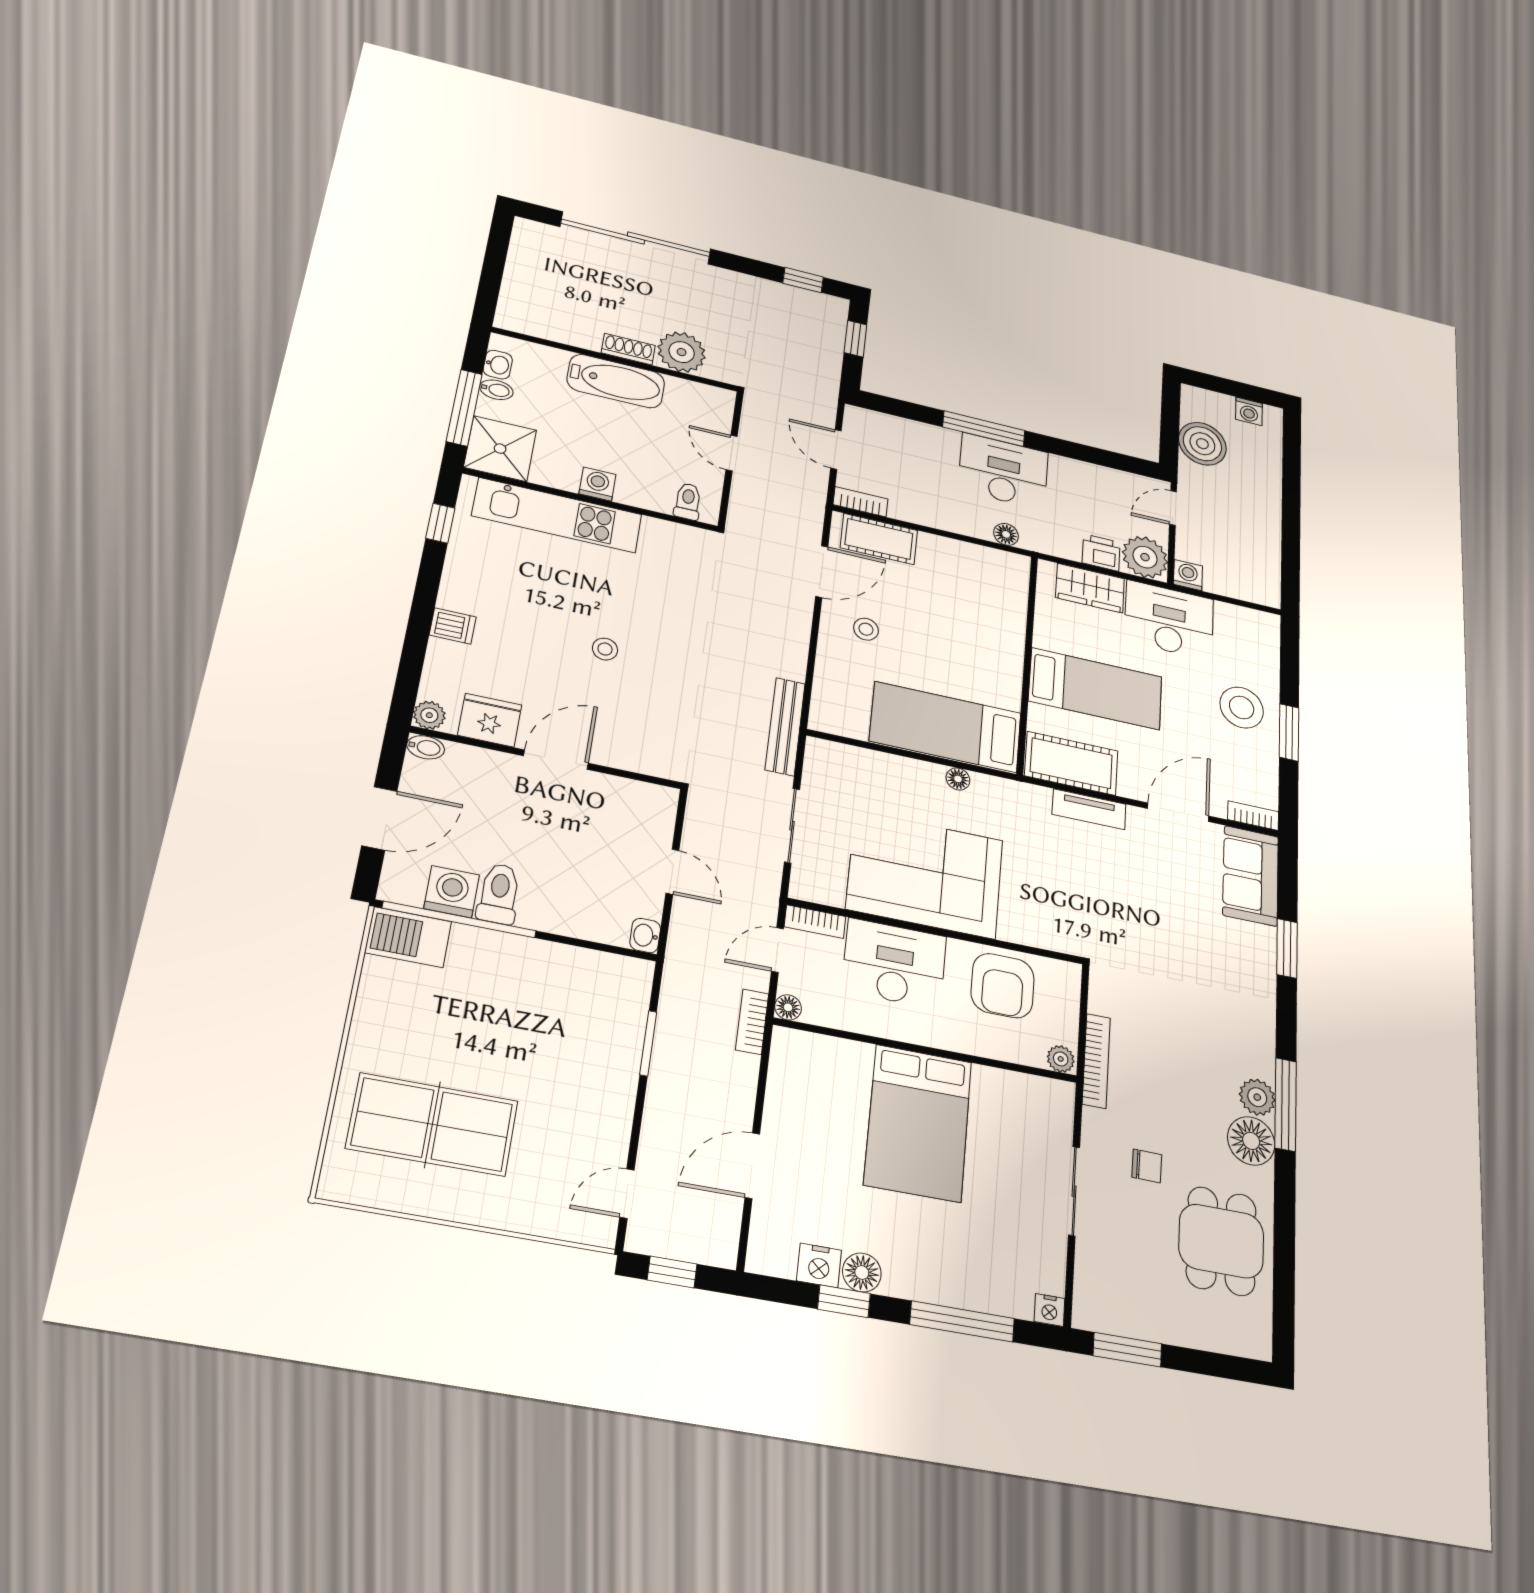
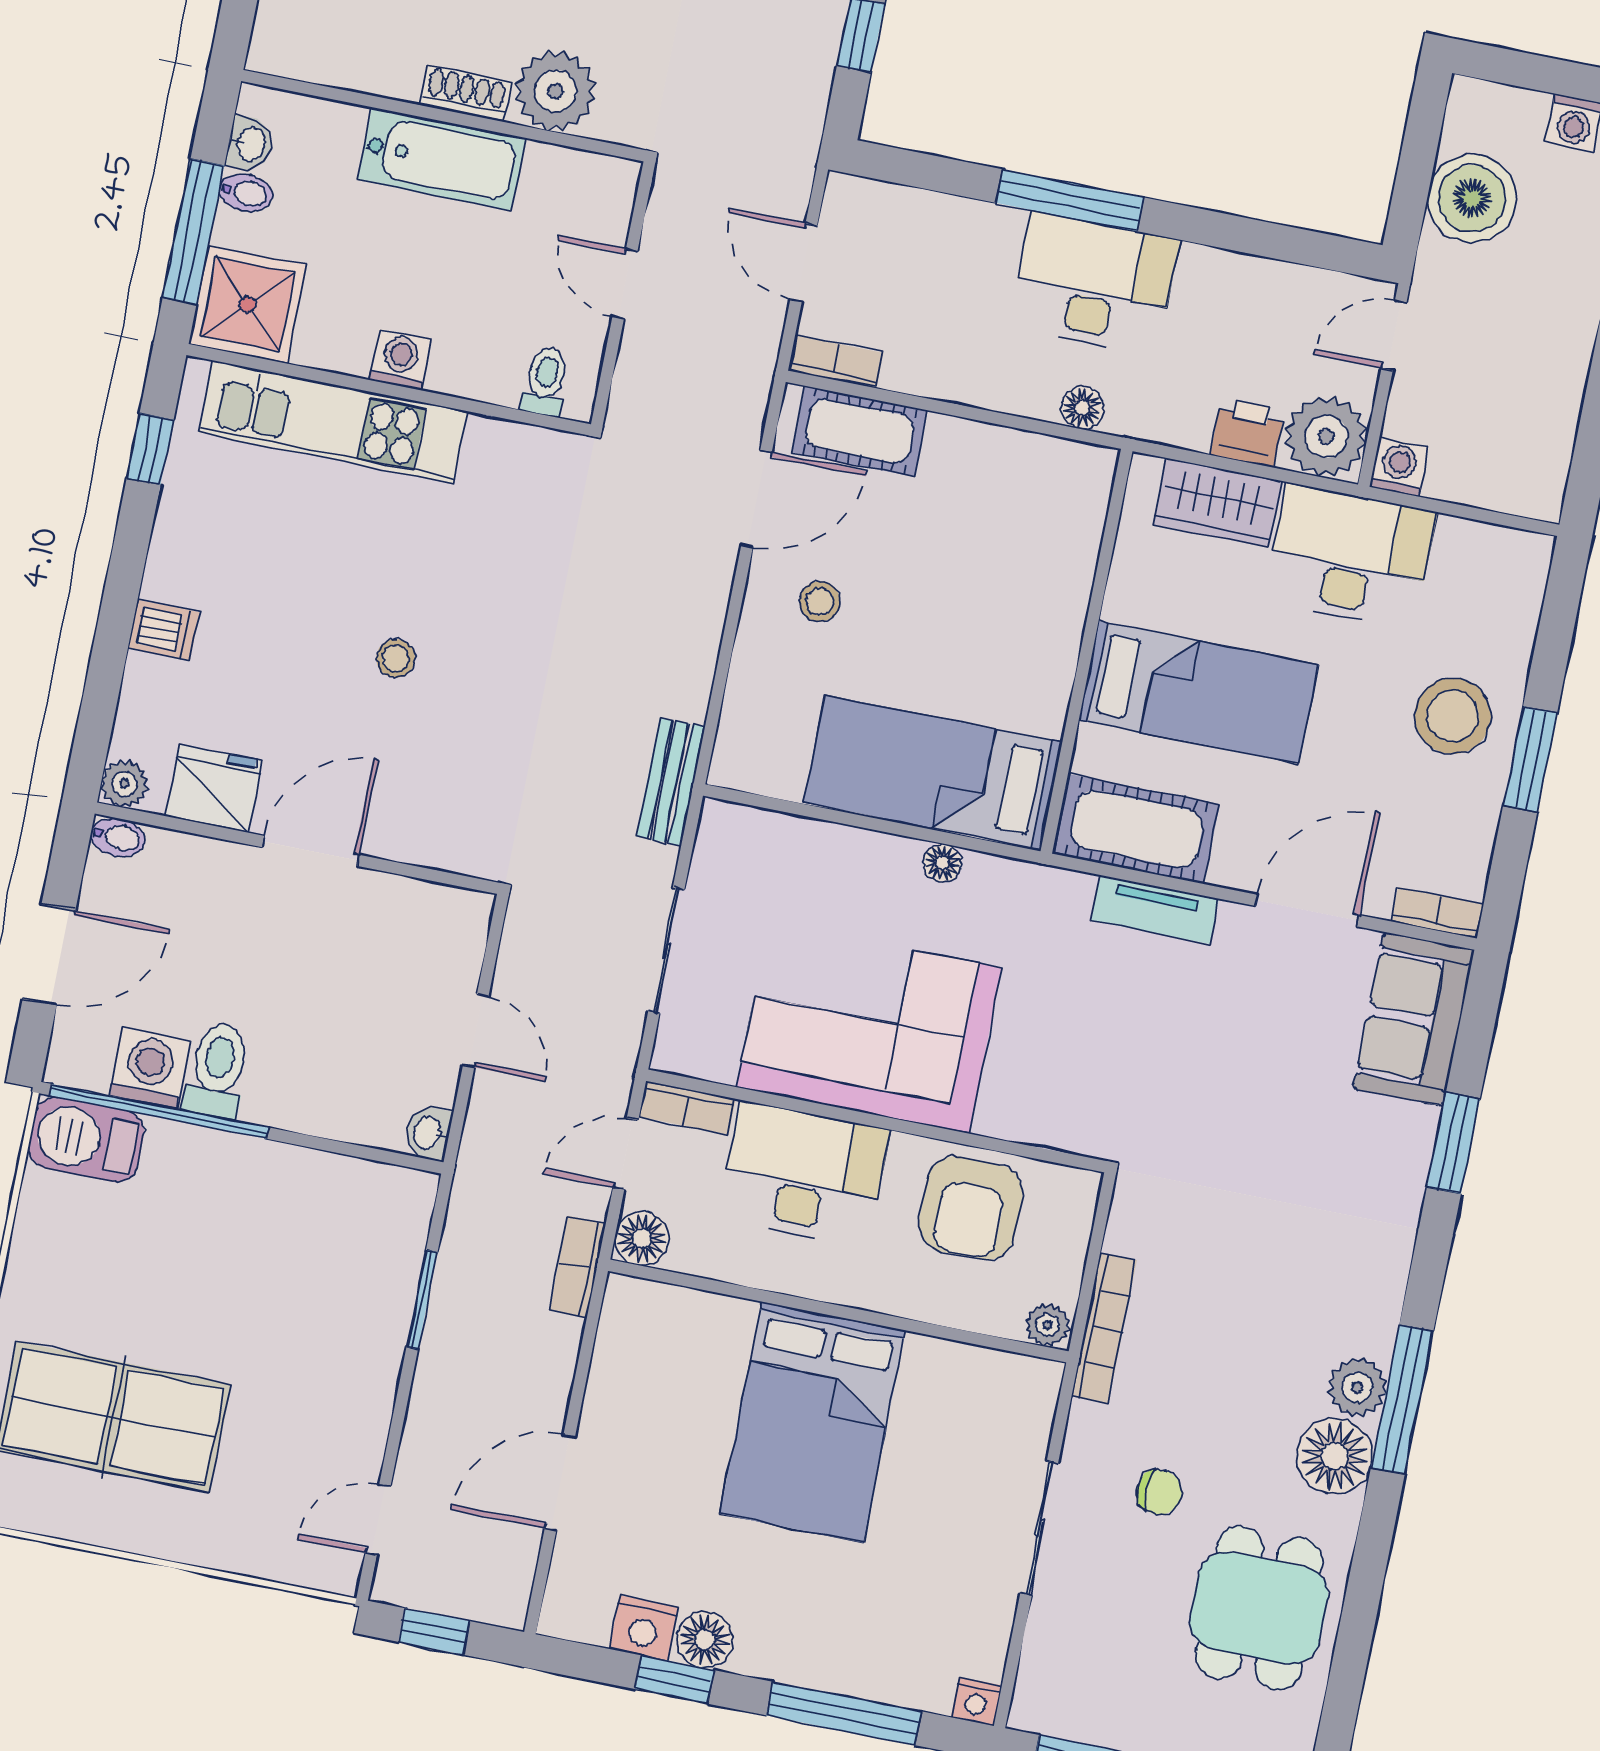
bench: (785, 727) -> (671, 782), width x0.73
floor lamp: (788, 1007) -> (642, 1238), width x1.37, depth x1.37

